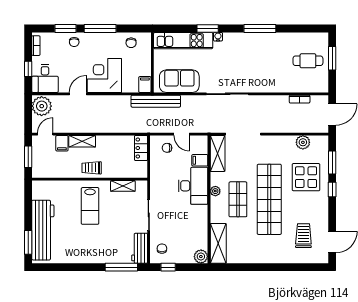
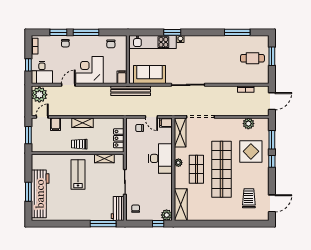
window: (260, 29) -> (237, 32), moved
shelving: (82, 141) -> (83, 123), moved
locker: (141, 148) -> (119, 138), moved
filing cabinet: (200, 160) -> (166, 123), moved
lab bench: (90, 206) -> (78, 175), turned 180
window: (28, 242) -> (28, 192), moved
window: (168, 267) -> (158, 224), moved

